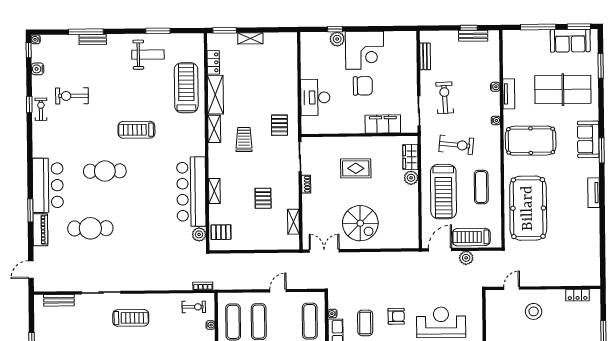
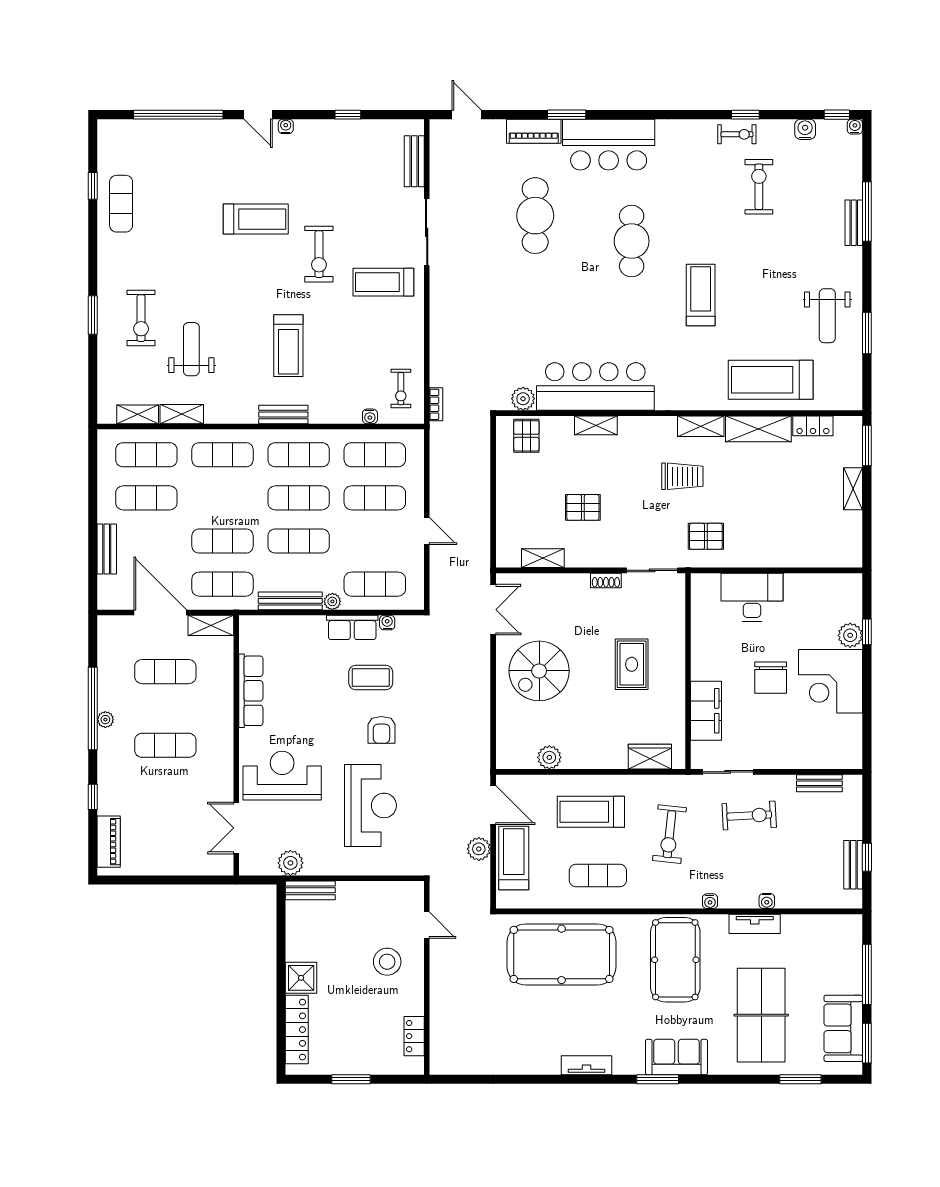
treadmill: (186, 88) -> (771, 380), turned 180
plant: (411, 178) -> (549, 757), moved
treadmill: (443, 192) -> (591, 812), width x0.73, depth x0.73
treadmill: (131, 318) -> (383, 282), turned 90

